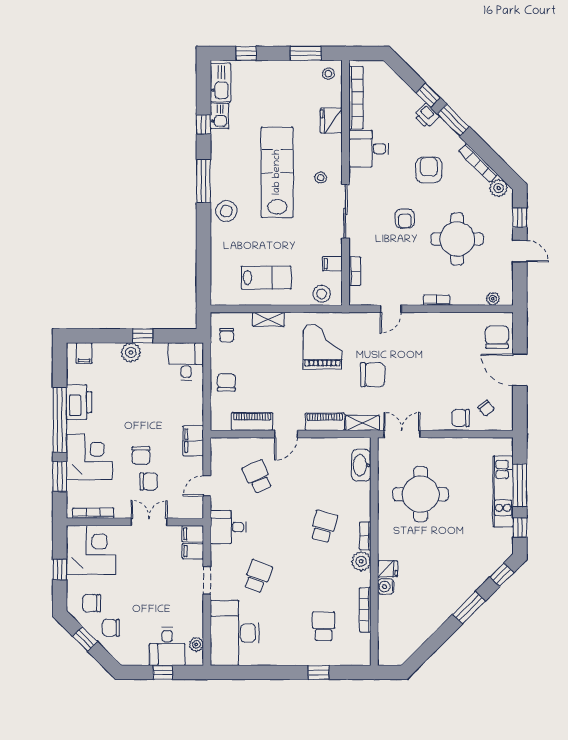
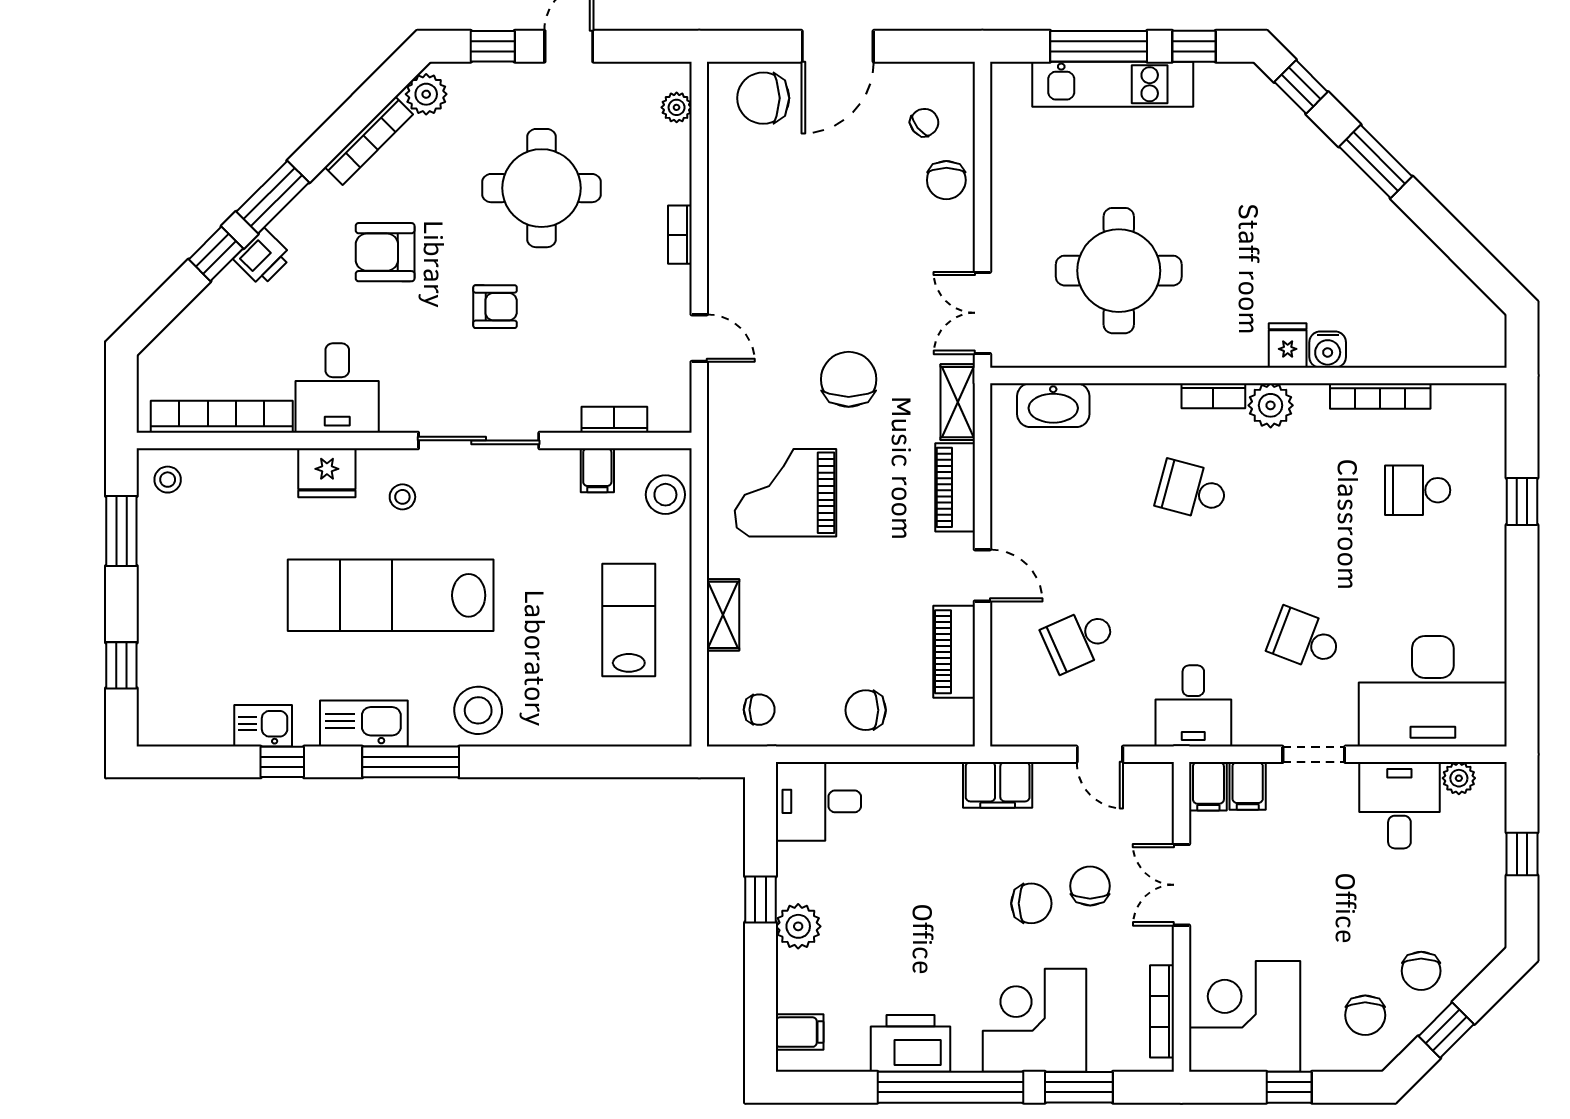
kitchen sink: (220, 83) -> (364, 724), moved
fridge: (331, 121) -> (327, 473), moved
desk: (167, 647) -> (1399, 805), moved, turned -90

